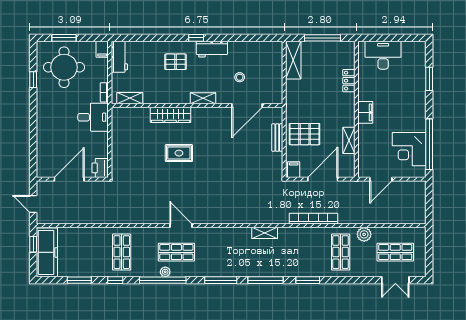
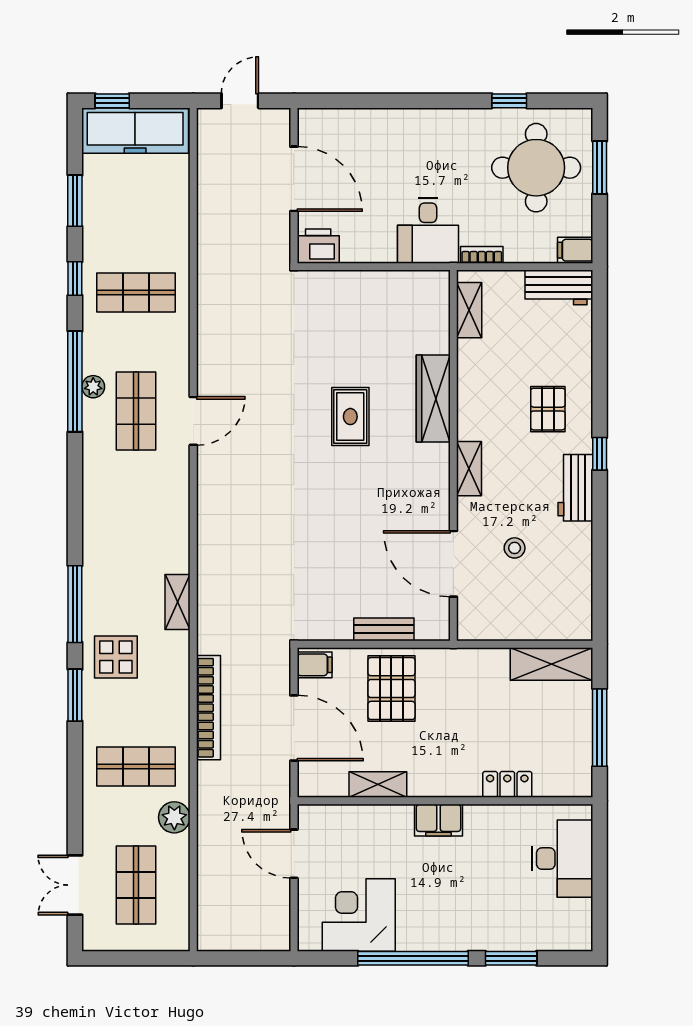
window: (429, 144) -> (413, 958), moved
window: (33, 244) -> (112, 101), moved
display table: (290, 261) -> (116, 657), added
window: (221, 280) -> (75, 507), removed

